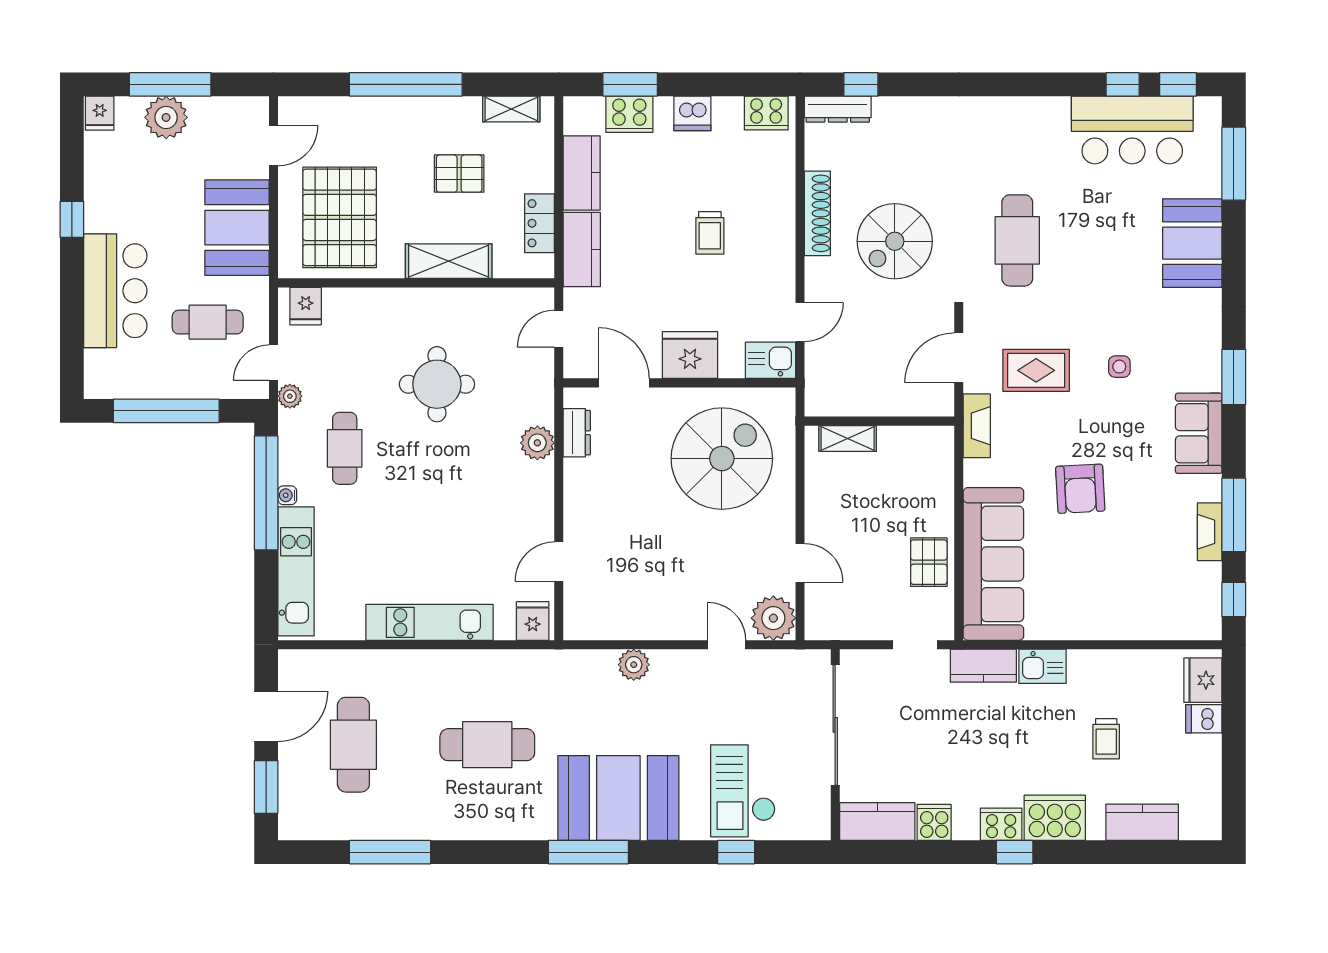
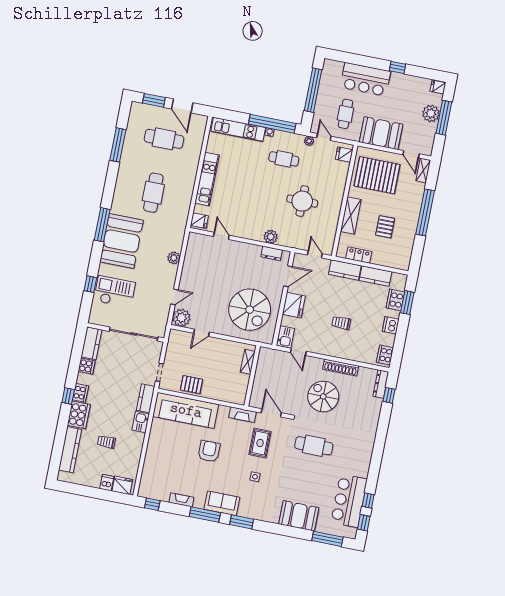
shelving: (511, 109) -> (423, 171), moved
armchair: (1080, 489) -> (209, 451), turned 93
window: (1234, 515) -> (205, 515), moved
kitchen counter: (1142, 822) -> (70, 450), width x1.50

